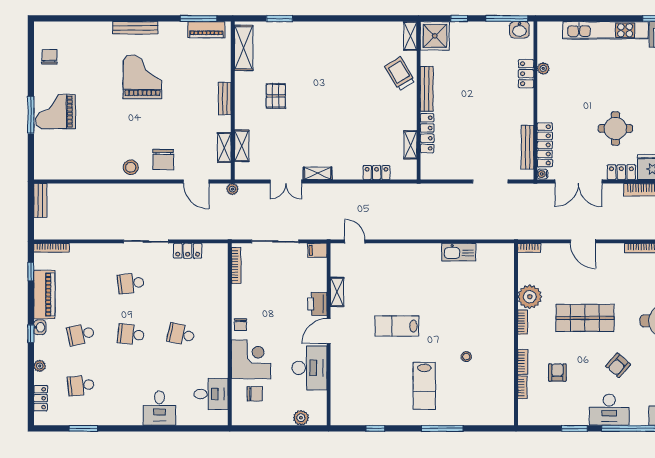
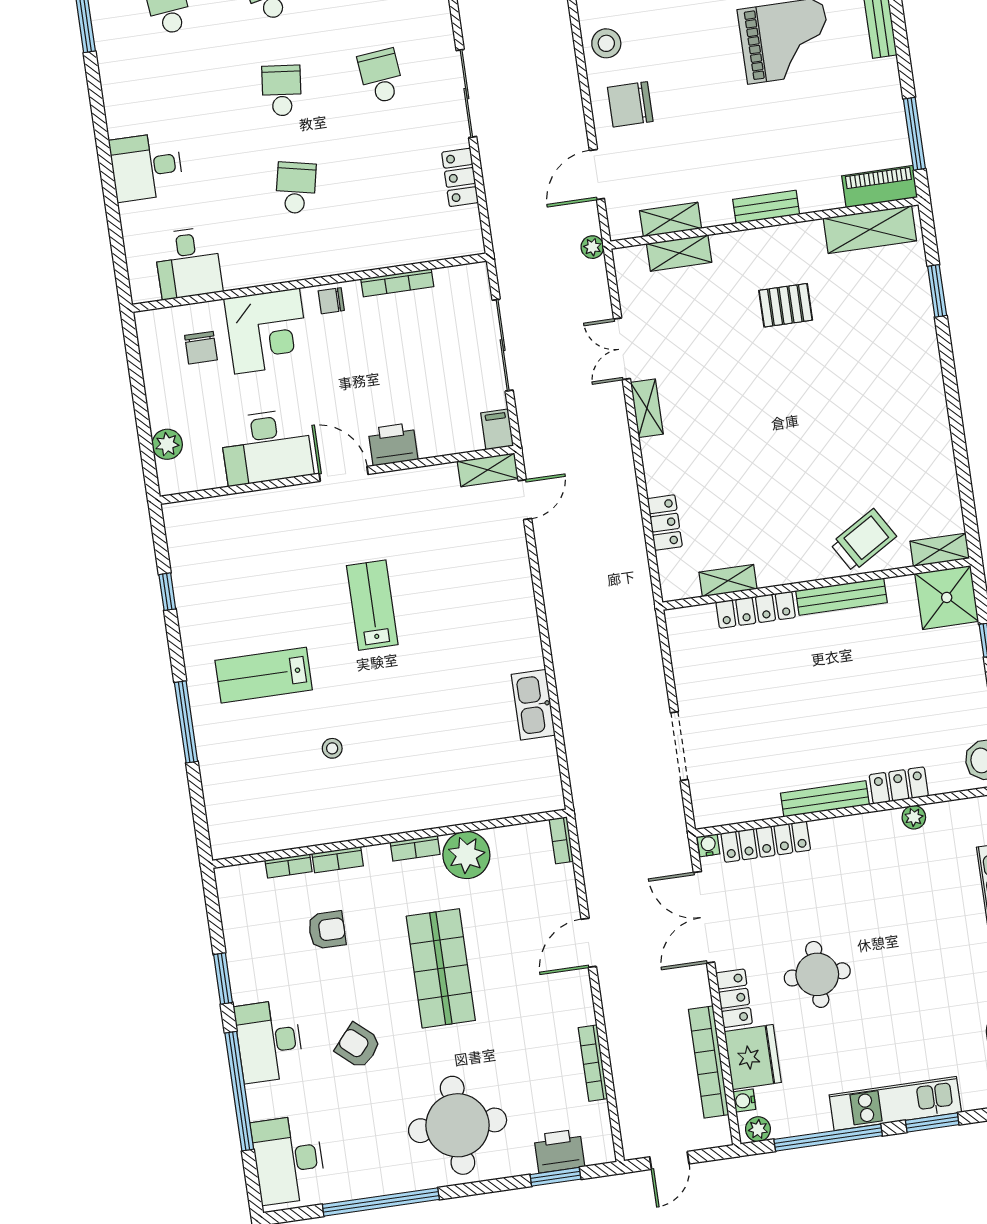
piano: (206, 30) -> (880, 187), moved, turned 90
bench: (527, 147) -> (825, 799), moved
bookcase: (236, 265) -> (397, 283), moved
shelving: (337, 292) -> (488, 470), moved

